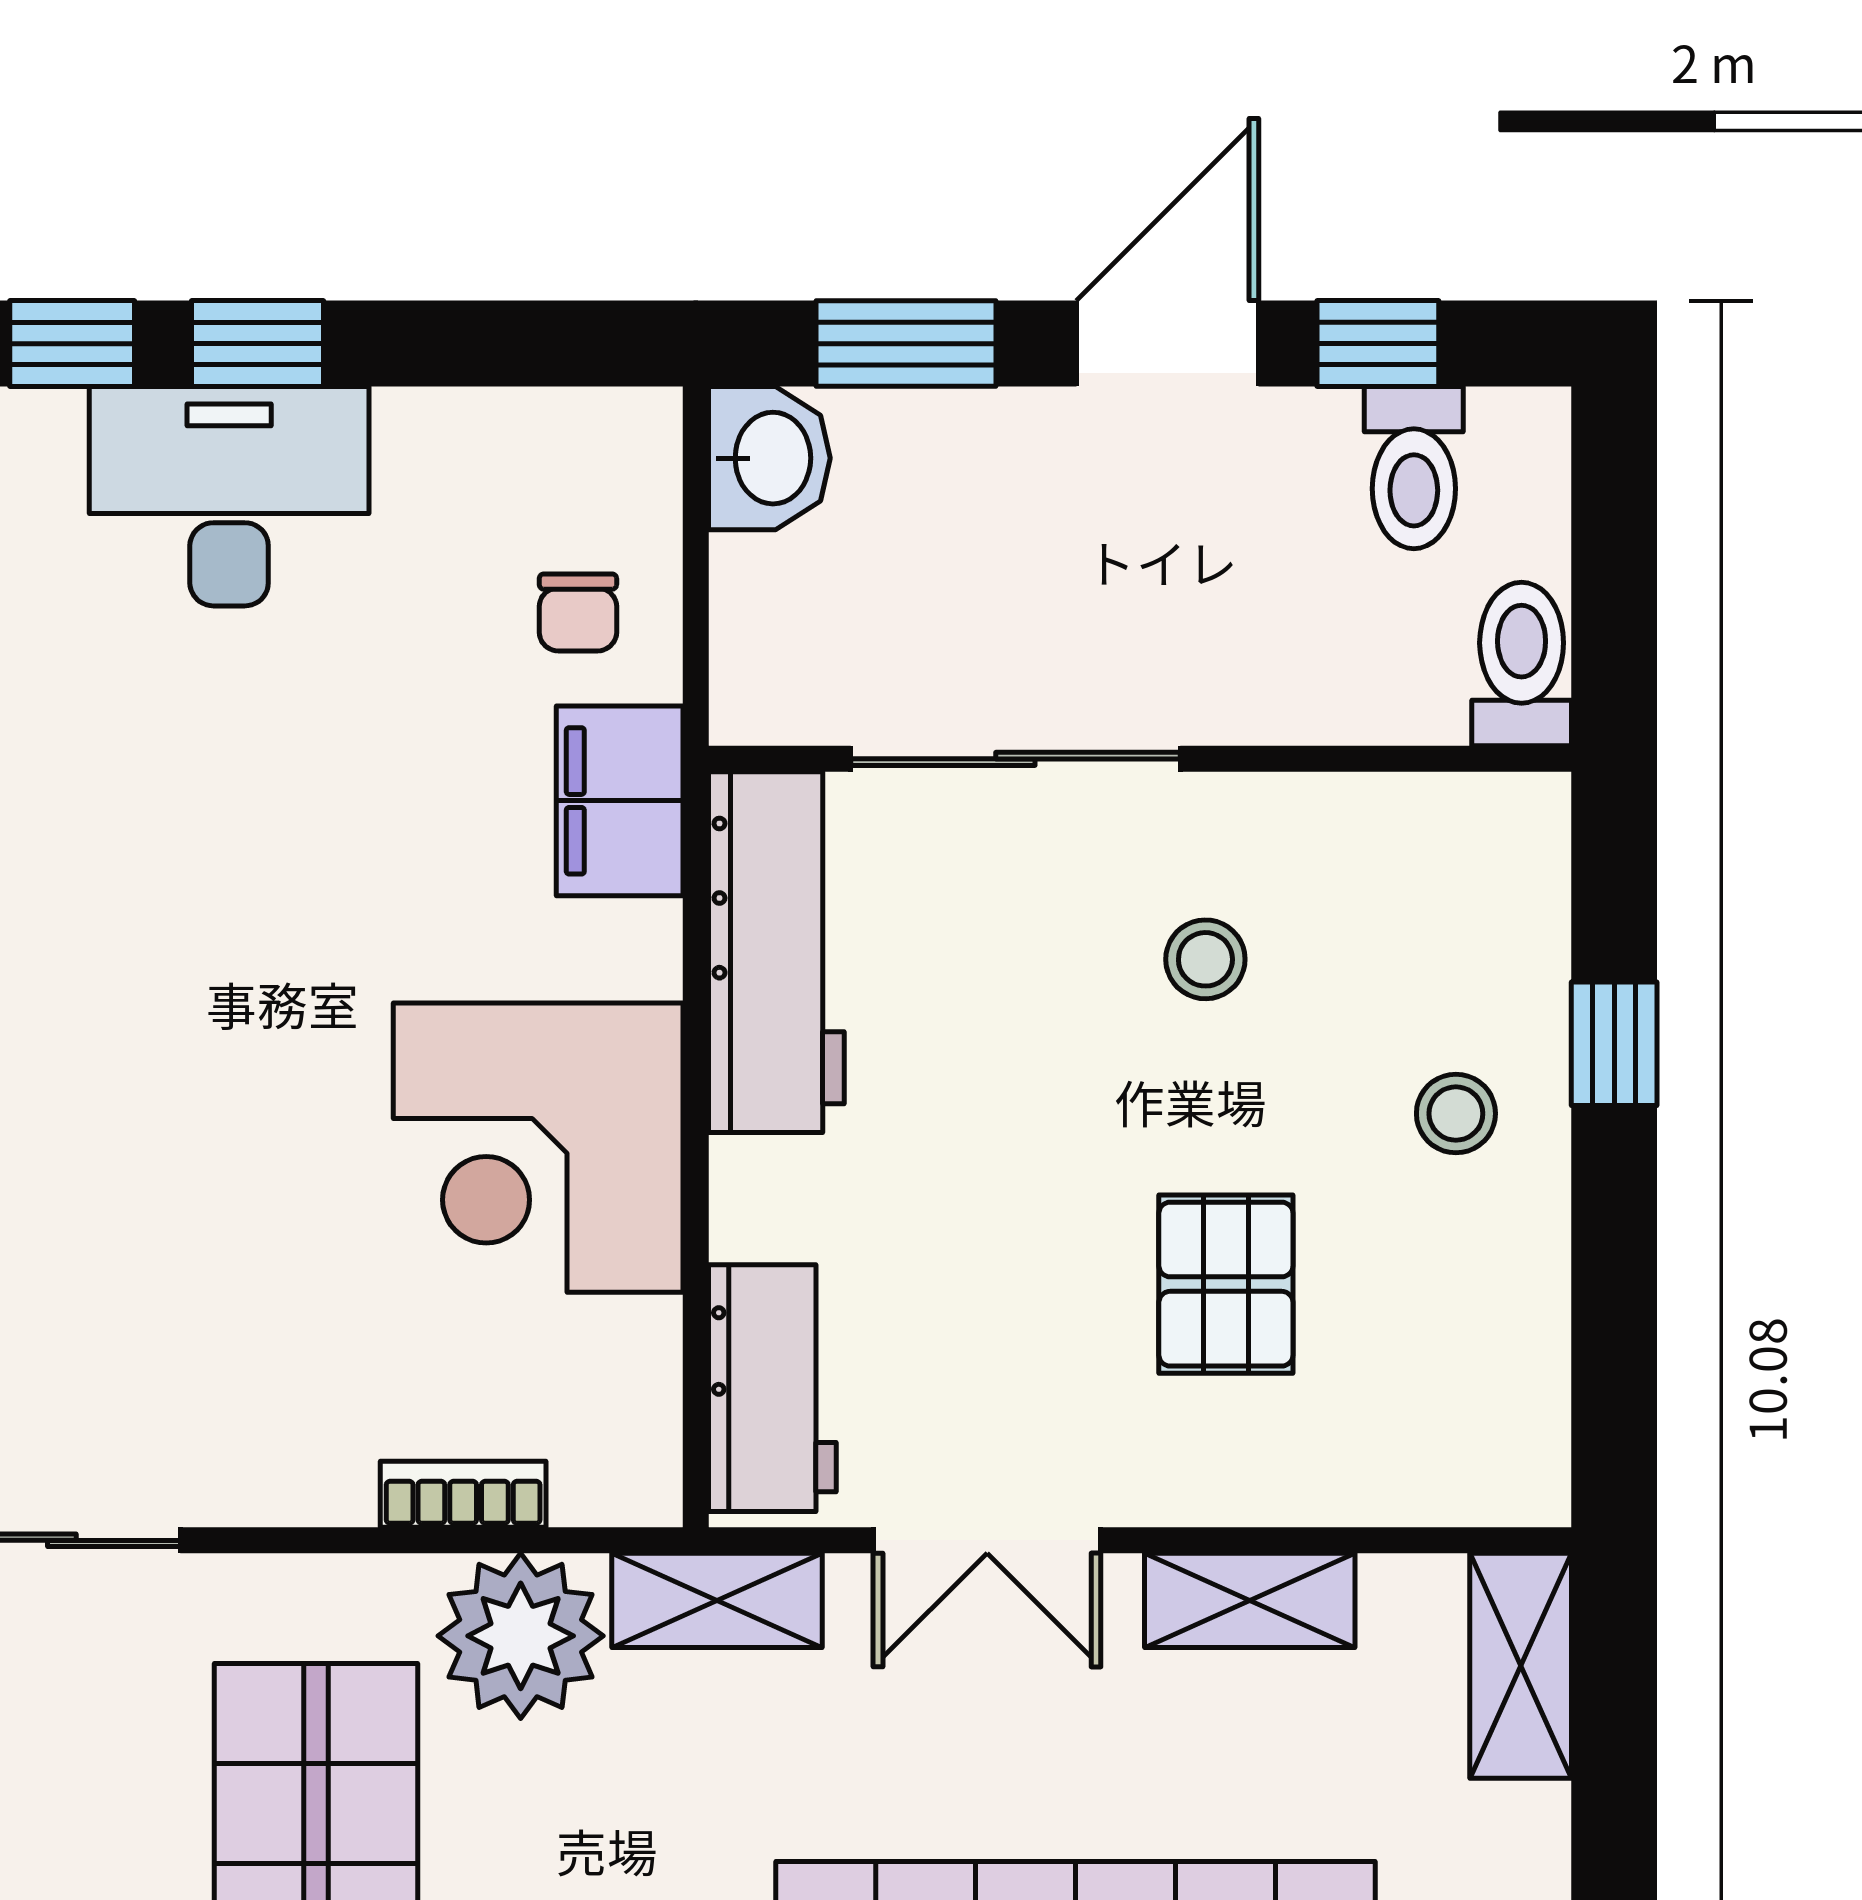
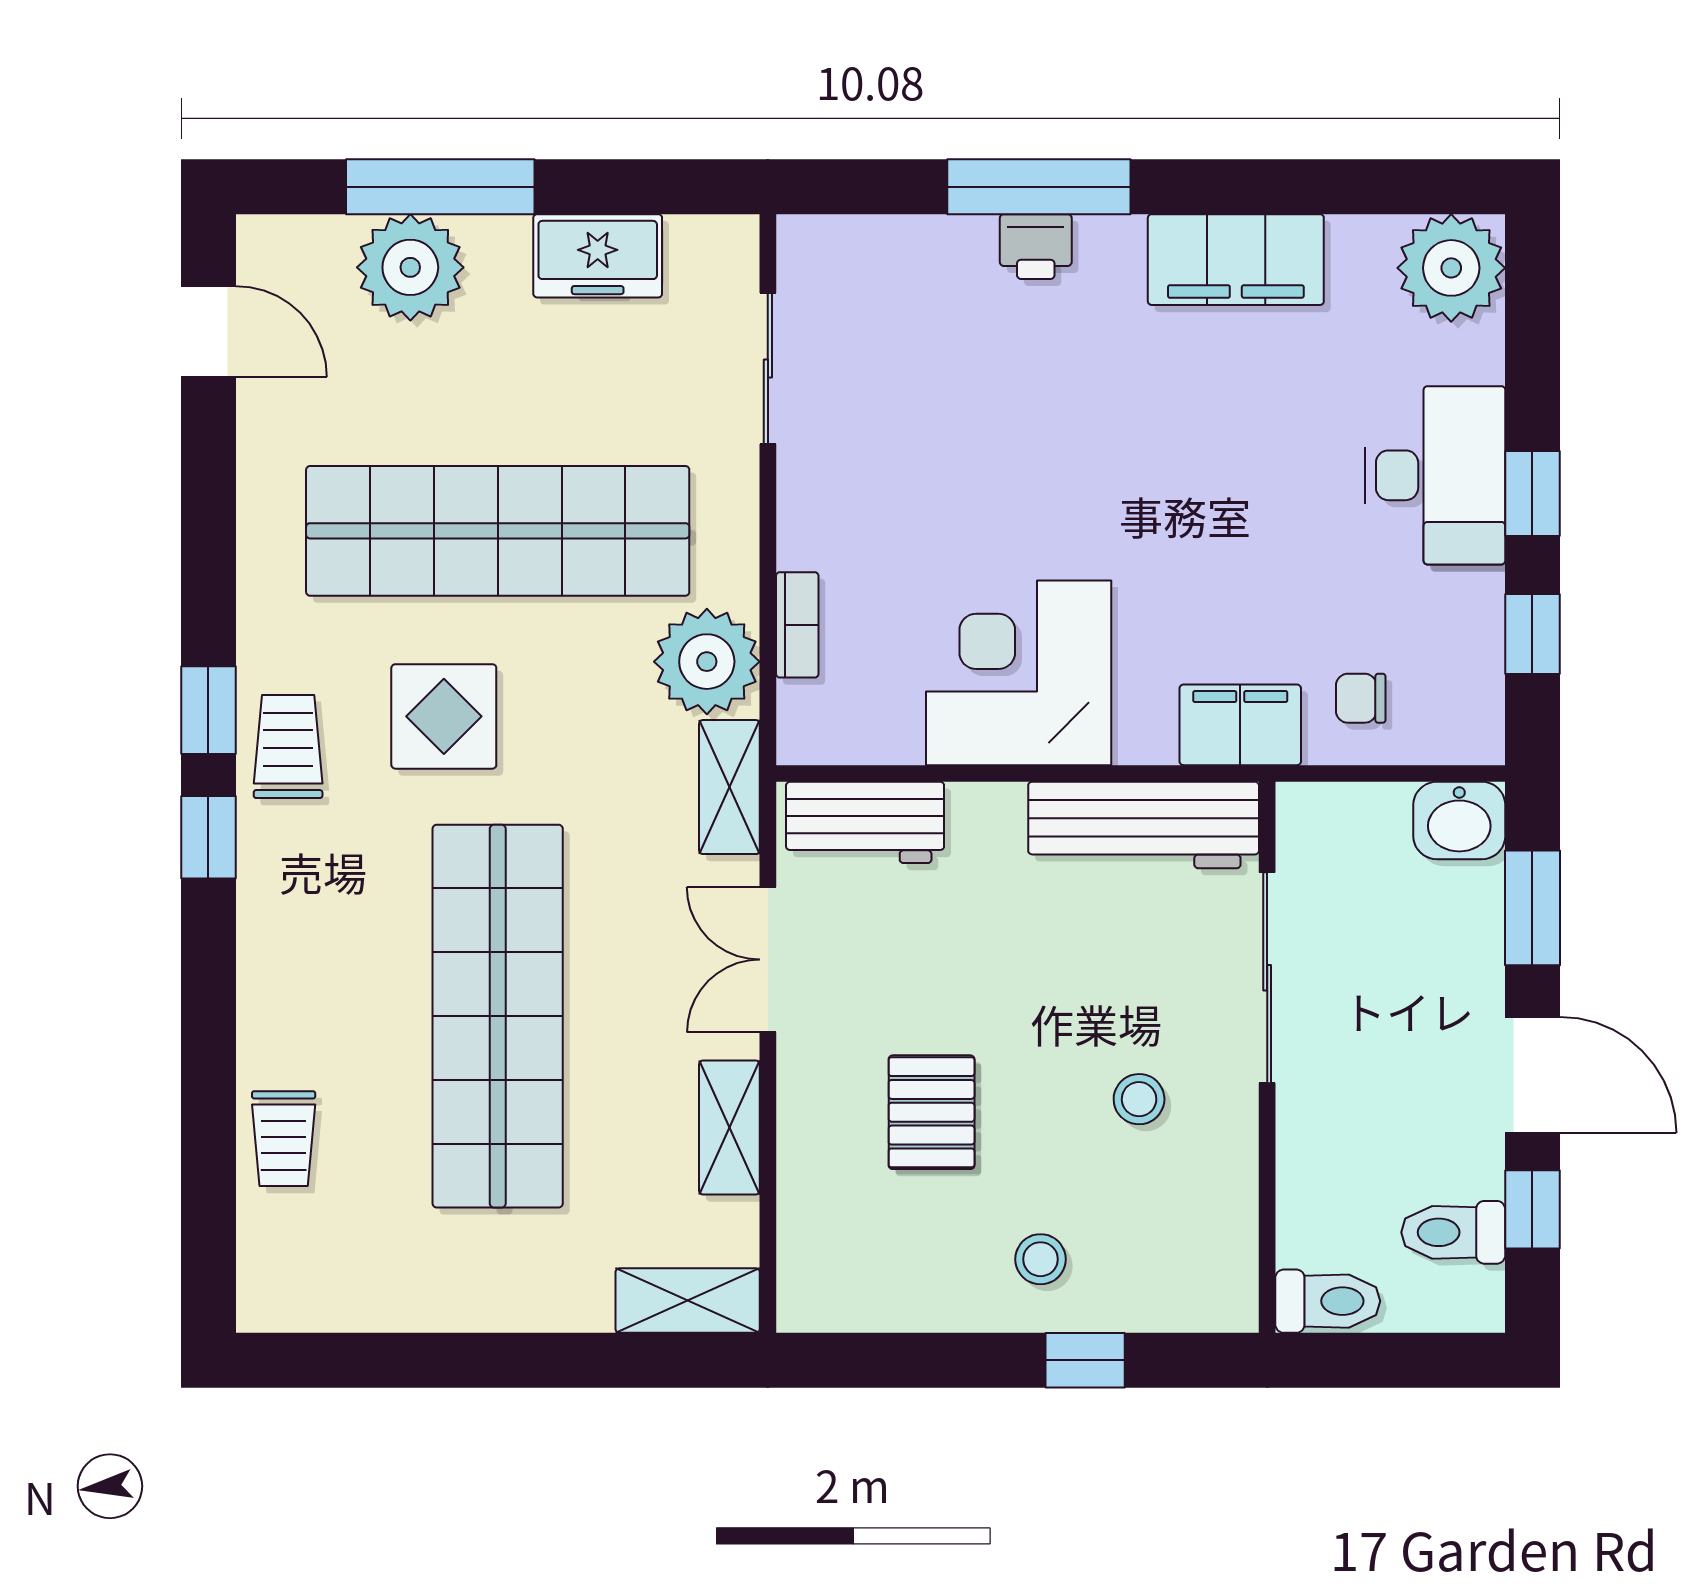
window: (72, 344) -> (1532, 634), moved
pallet: (1226, 1284) -> (932, 1112), turned 90

